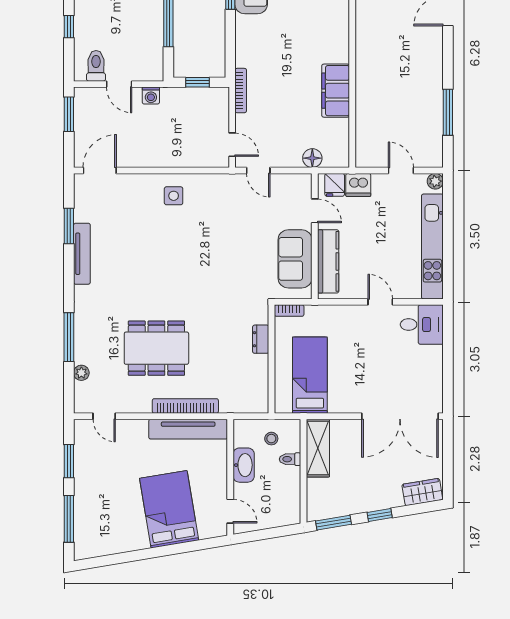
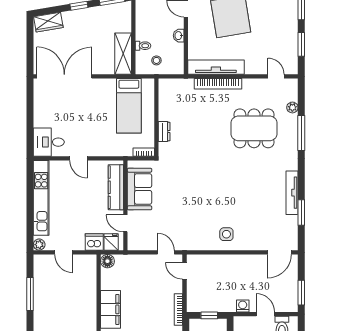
floor lamp: (312, 158) -> (107, 261), moved
dining table: (156, 348) -> (254, 128), moved
washbasin: (244, 465) -> (179, 36), width x0.52, depth x0.69

